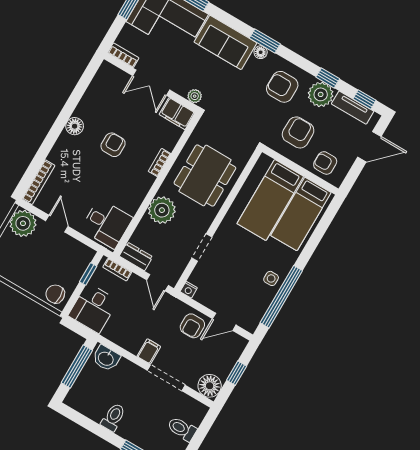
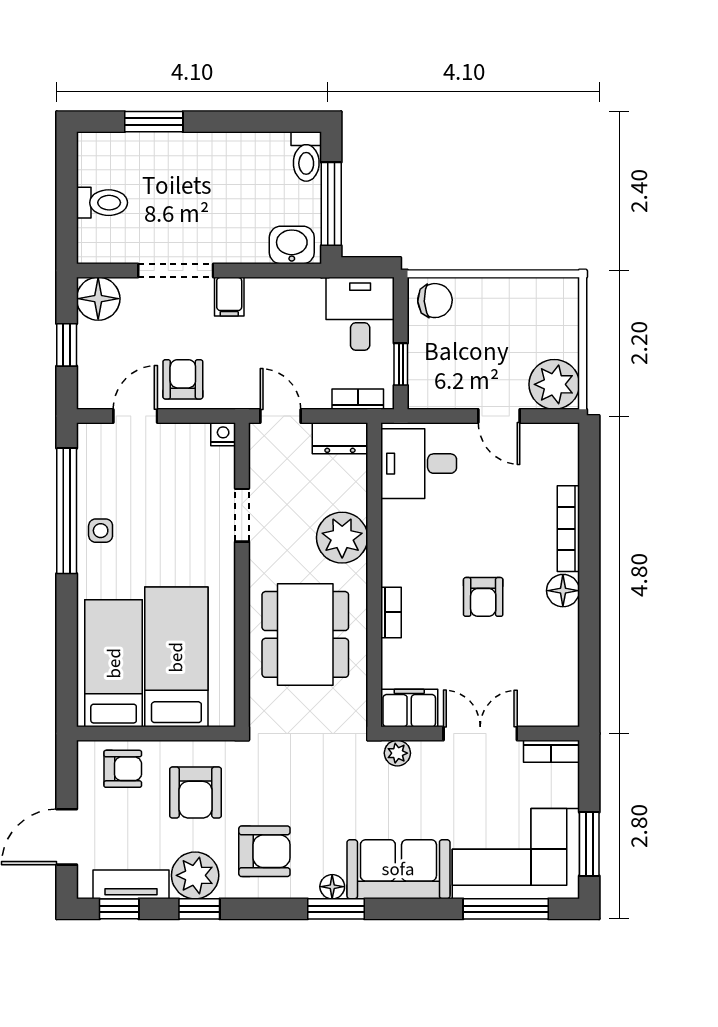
bookcase: (38, 182) -> (568, 529), moved
toilet: (113, 417) -> (306, 156), moved

